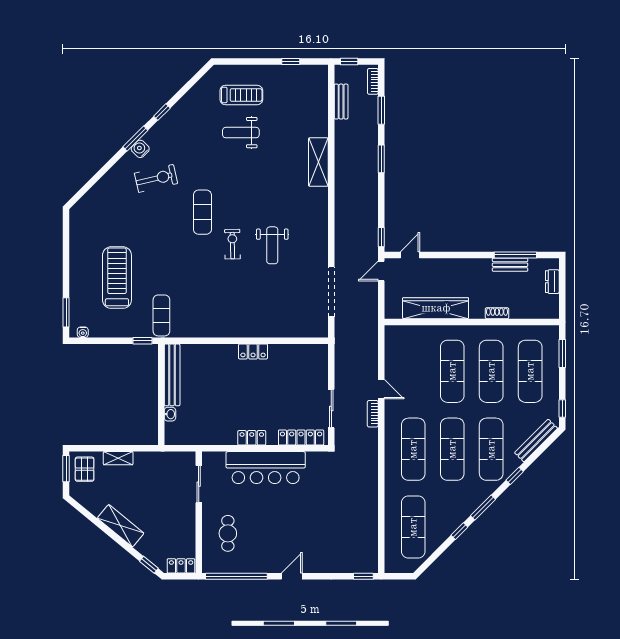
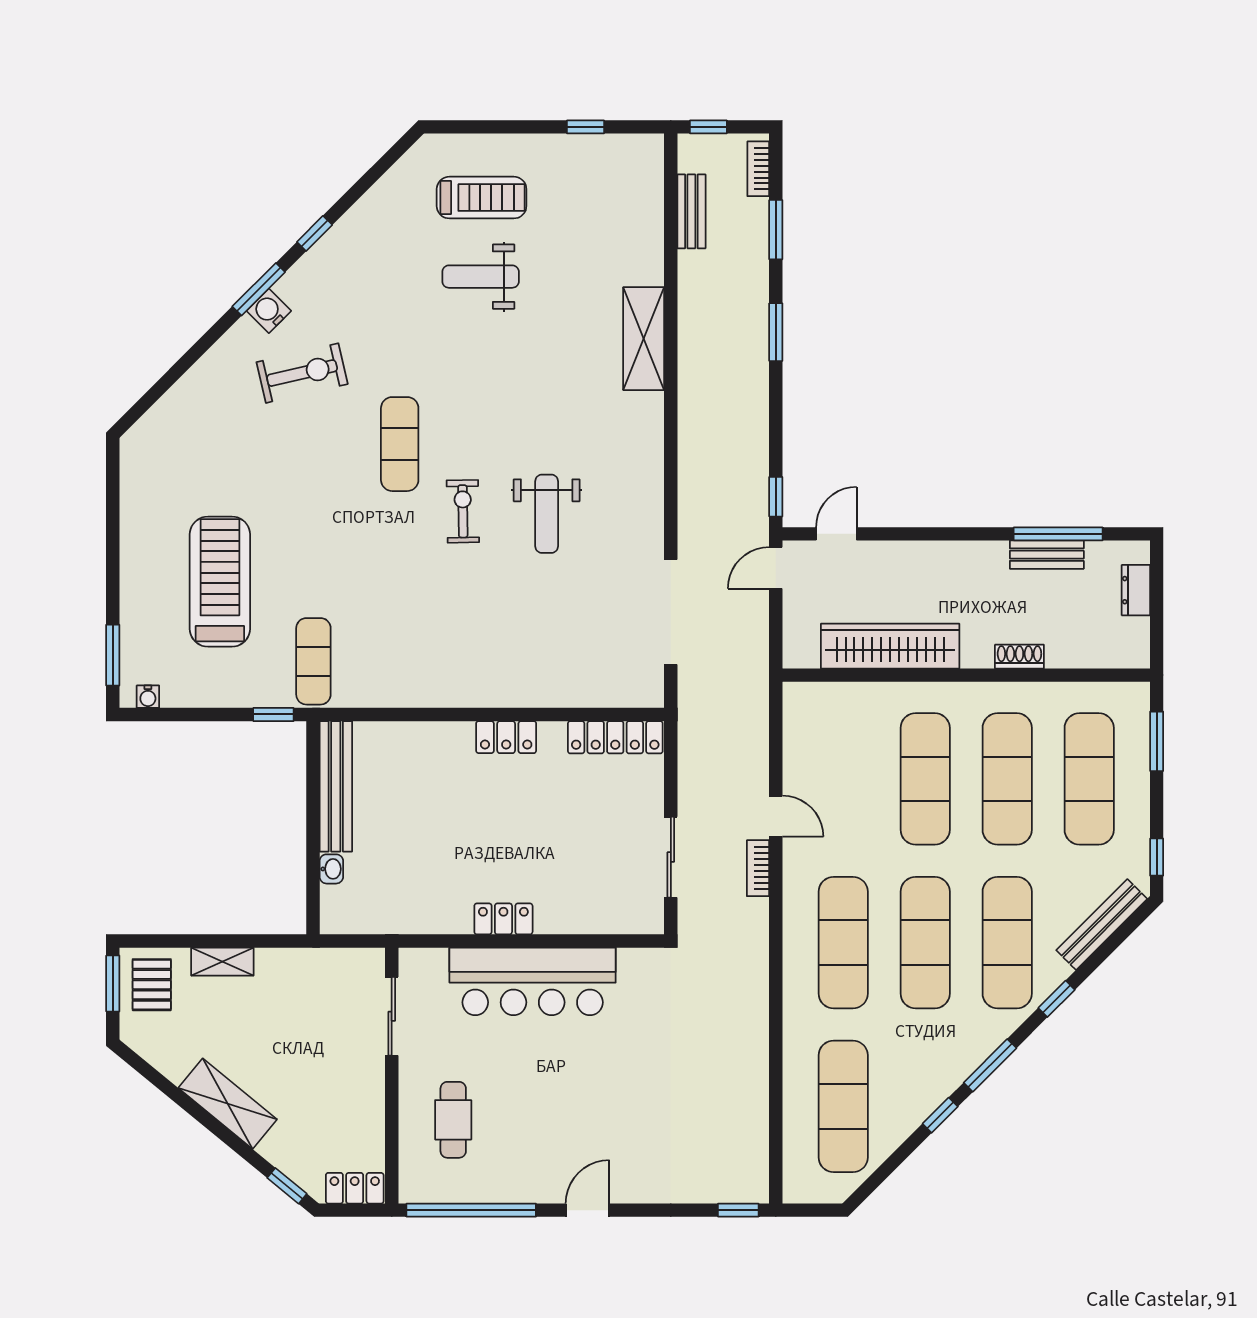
locker: (301, 438) -> (615, 737), moved, turned 180

